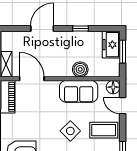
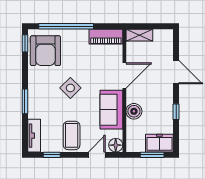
door: (32, 79) -> (124, 75), moved
side table: (70, 131) -> (70, 88), moved

